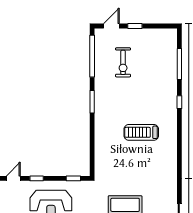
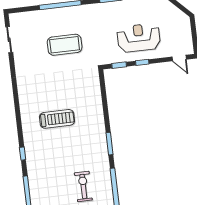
door: (13, 178) -> (179, 58), hinge flipped
window: (37, 178) -> (142, 62), moved

